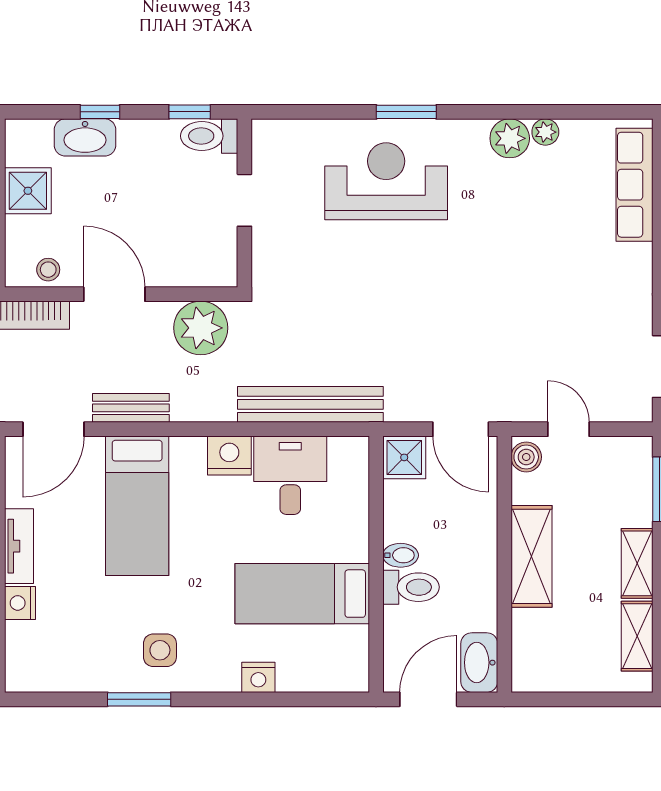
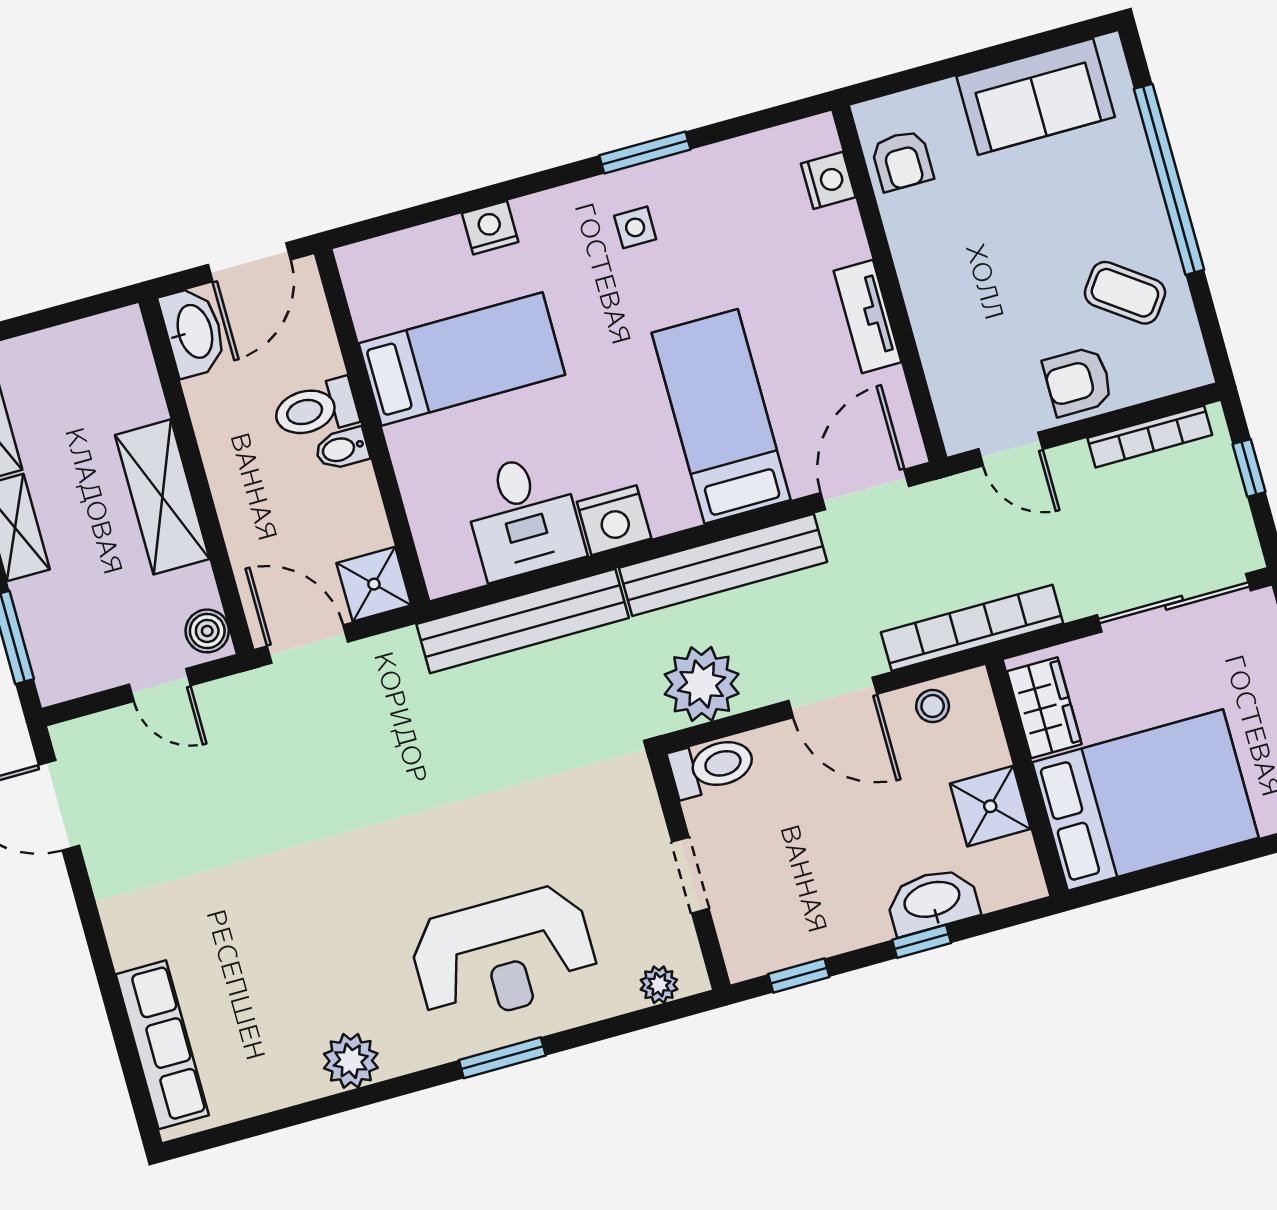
plant: (545, 132) -> (659, 985), moved
toilet: (209, 136) -> (712, 766), moved
bench: (131, 408) -> (723, 565), width x1.86, depth x1.21
nightstand: (20, 603) -> (828, 180), moved
side table: (160, 650) -> (635, 227), width x0.73, depth x0.73

